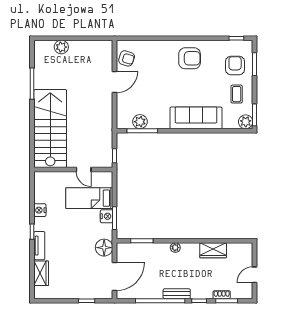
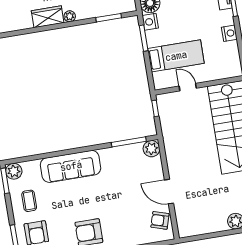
door: (115, 82) -> (169, 192), hinge flipped
plant: (140, 122) -> (151, 149), moved
nightstand: (107, 216) -> (150, 22), moved
wardrobe: (213, 250) -> (48, 17), moved

